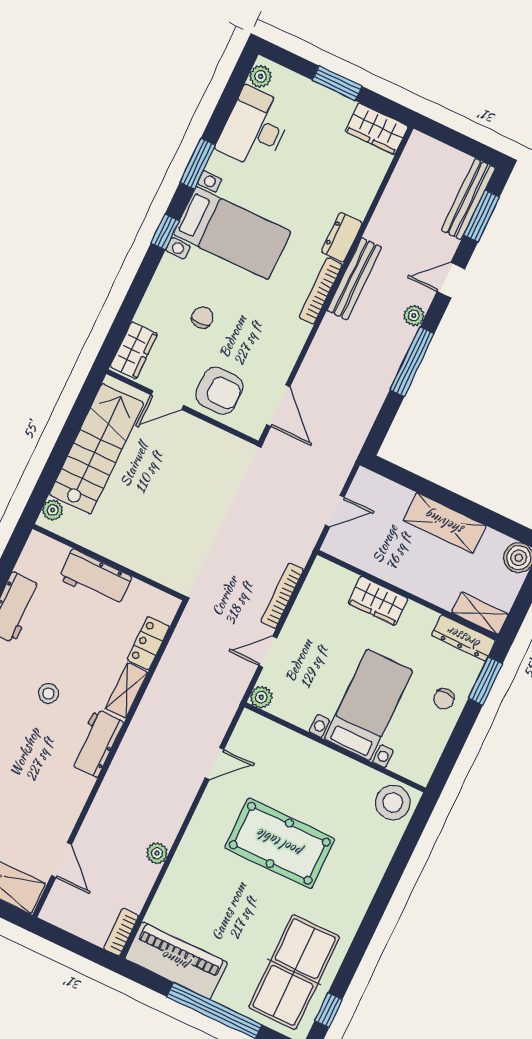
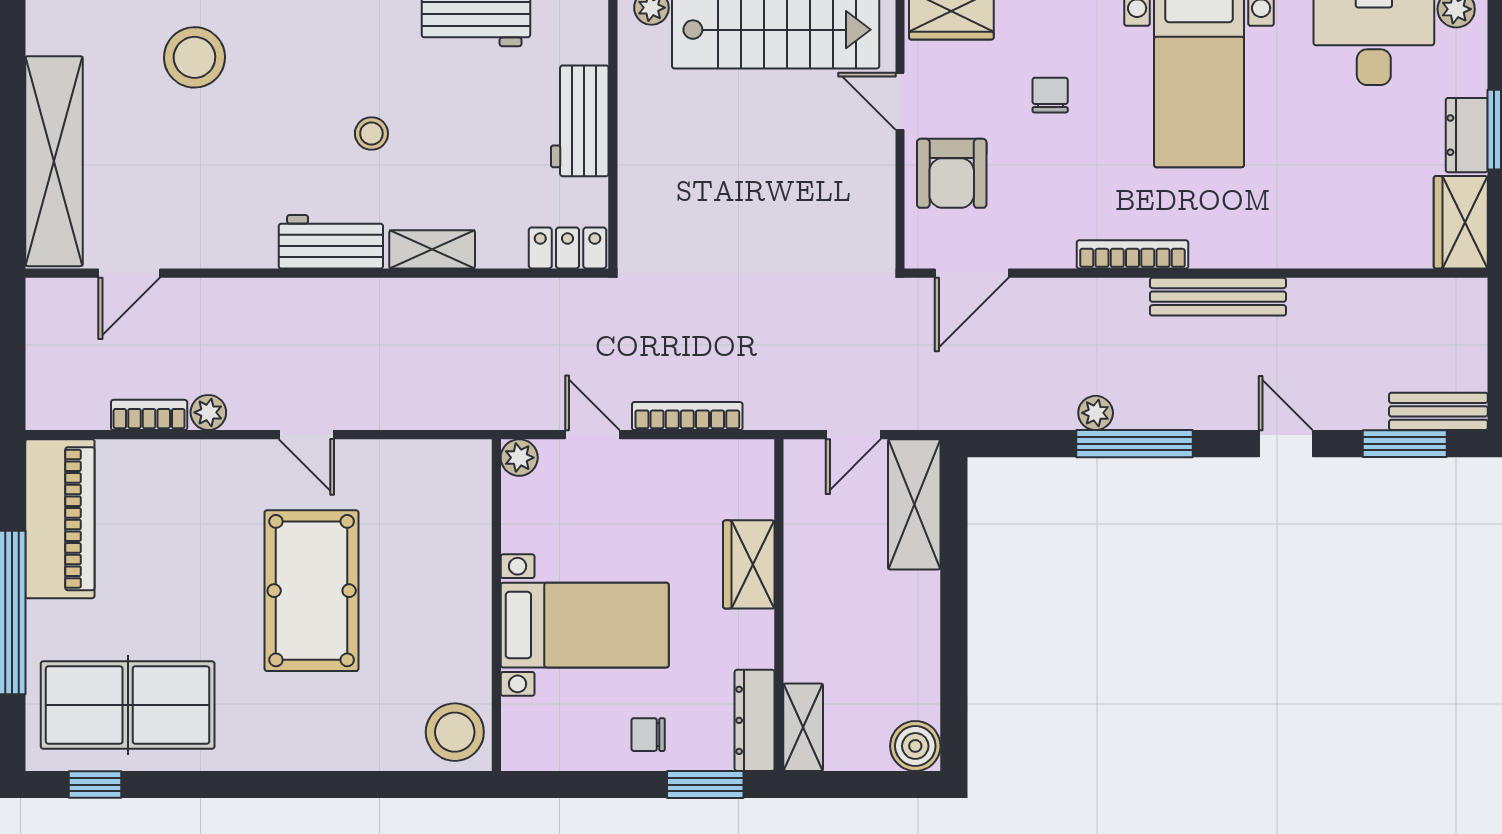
bench: (468, 199) -> (1438, 411), width x0.73
dresser: (342, 237) -> (1467, 135), moved, turned -90
bookcase: (321, 291) -> (1132, 254), moved
plant: (414, 316) -> (1096, 413), moved
chair: (202, 317) -> (1050, 95), turned -90
door: (335, 511) -> (853, 435), hinge flipped
shelving: (445, 523) -> (914, 504), moved
locker: (148, 643) -> (568, 248), moved
door: (214, 764) -> (306, 435), moved
bookcase: (121, 932) -> (149, 415), moved

